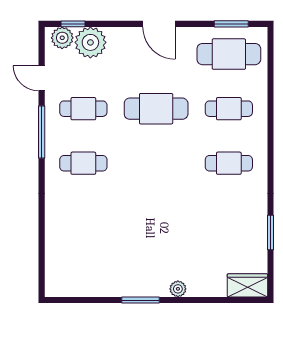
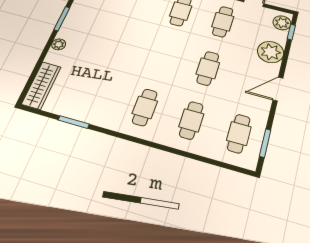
plant: (90, 42) -> (271, 52), moved
cafe table: (229, 54) -> (239, 134), width x0.73, depth x0.74
cafe table: (156, 109) -> (208, 68), width x0.73, depth x0.74
wardrobe: (247, 285) -> (41, 85), width x1.50

